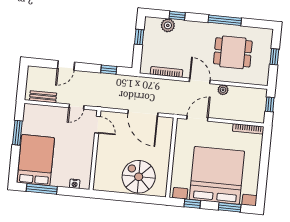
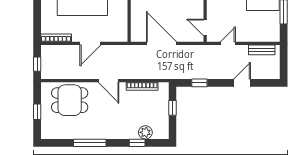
window: (139, 37) -> (173, 108), moved
dining table: (233, 52) -> (70, 100), moved
plant: (223, 90) -> (85, 74), removed
door: (197, 118) -> (90, 43), moved

